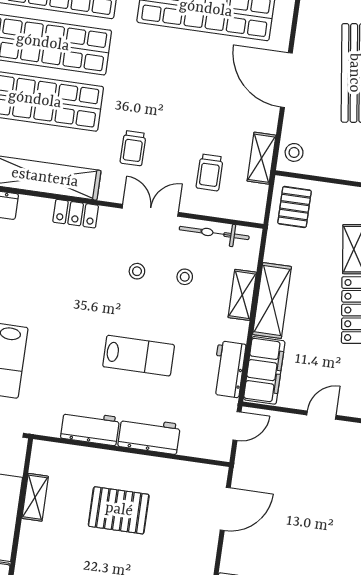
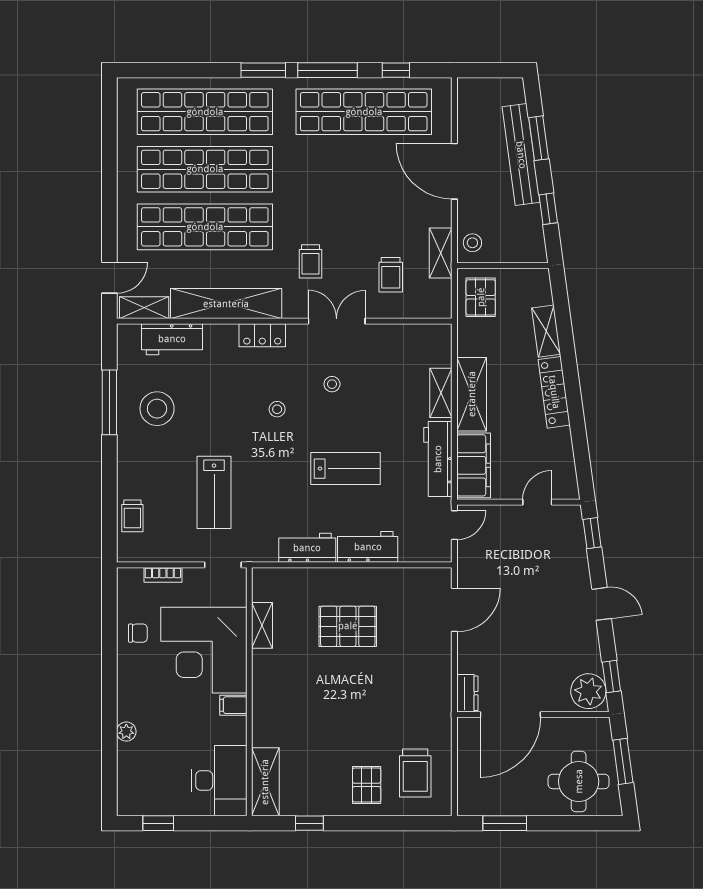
bicycle: (214, 233) -> (404, 335), removed
stool: (185, 277) -> (277, 409), moved
workbench: (229, 369) -> (438, 459), width x1.37

